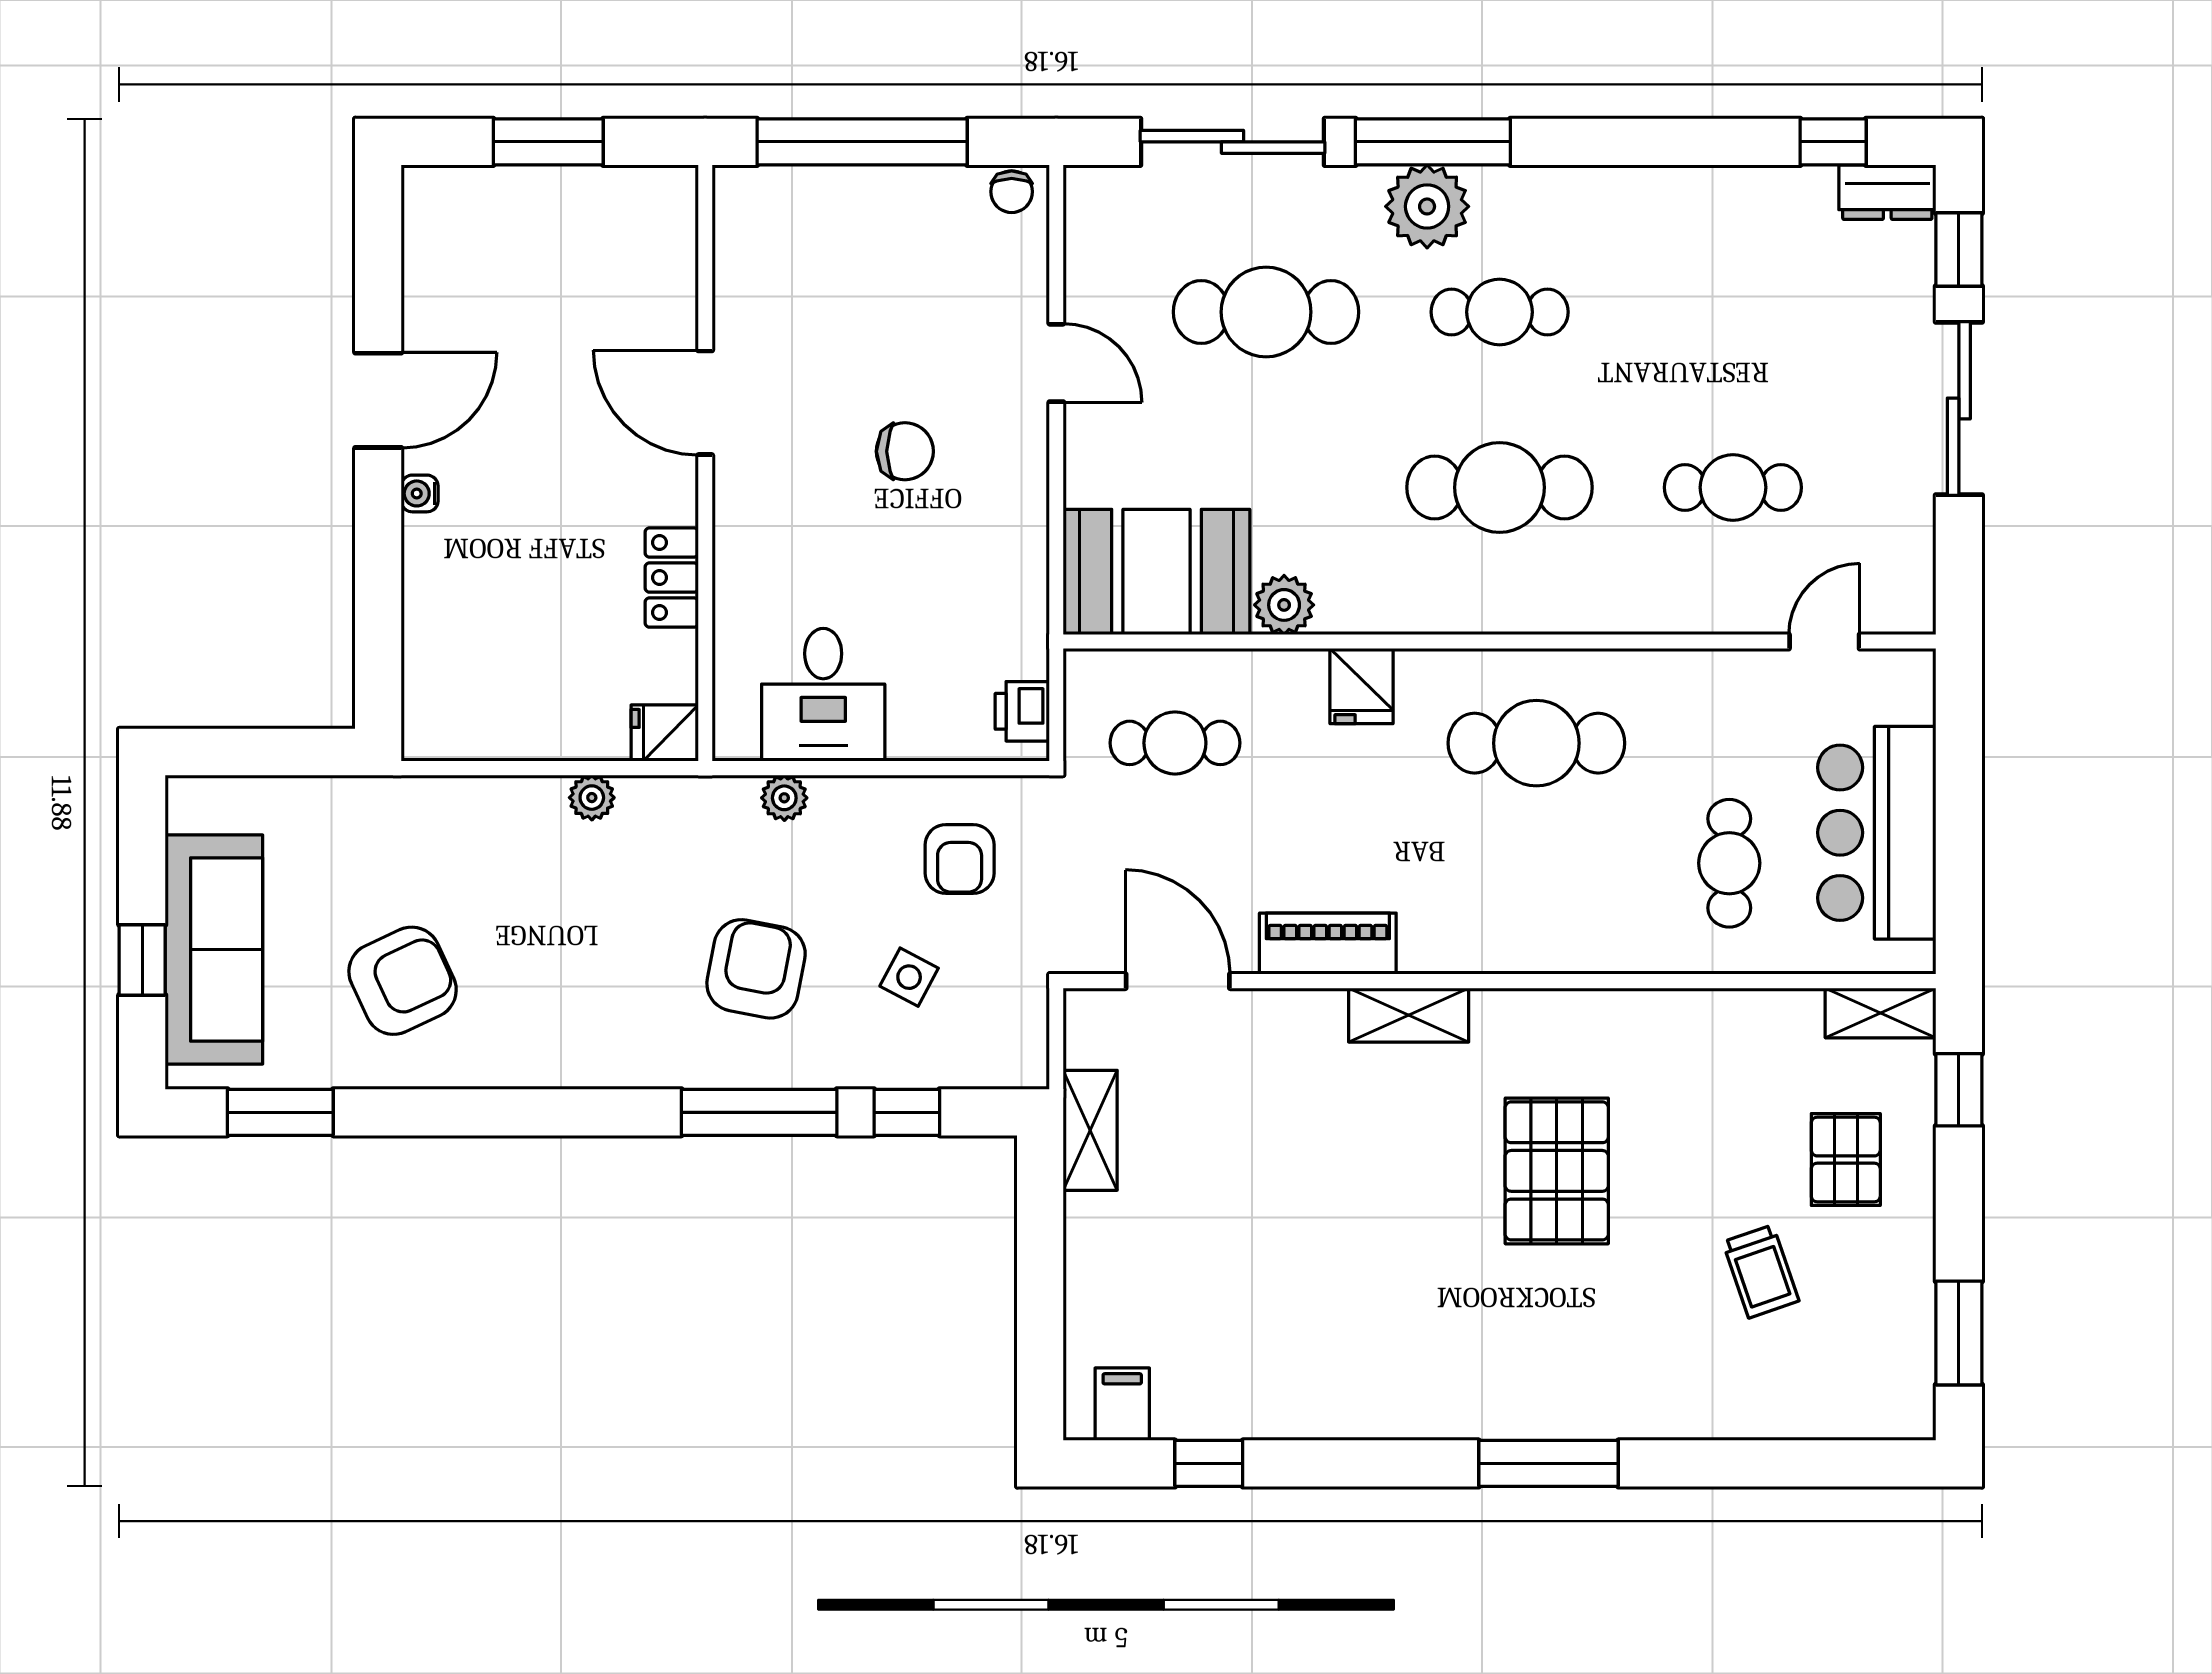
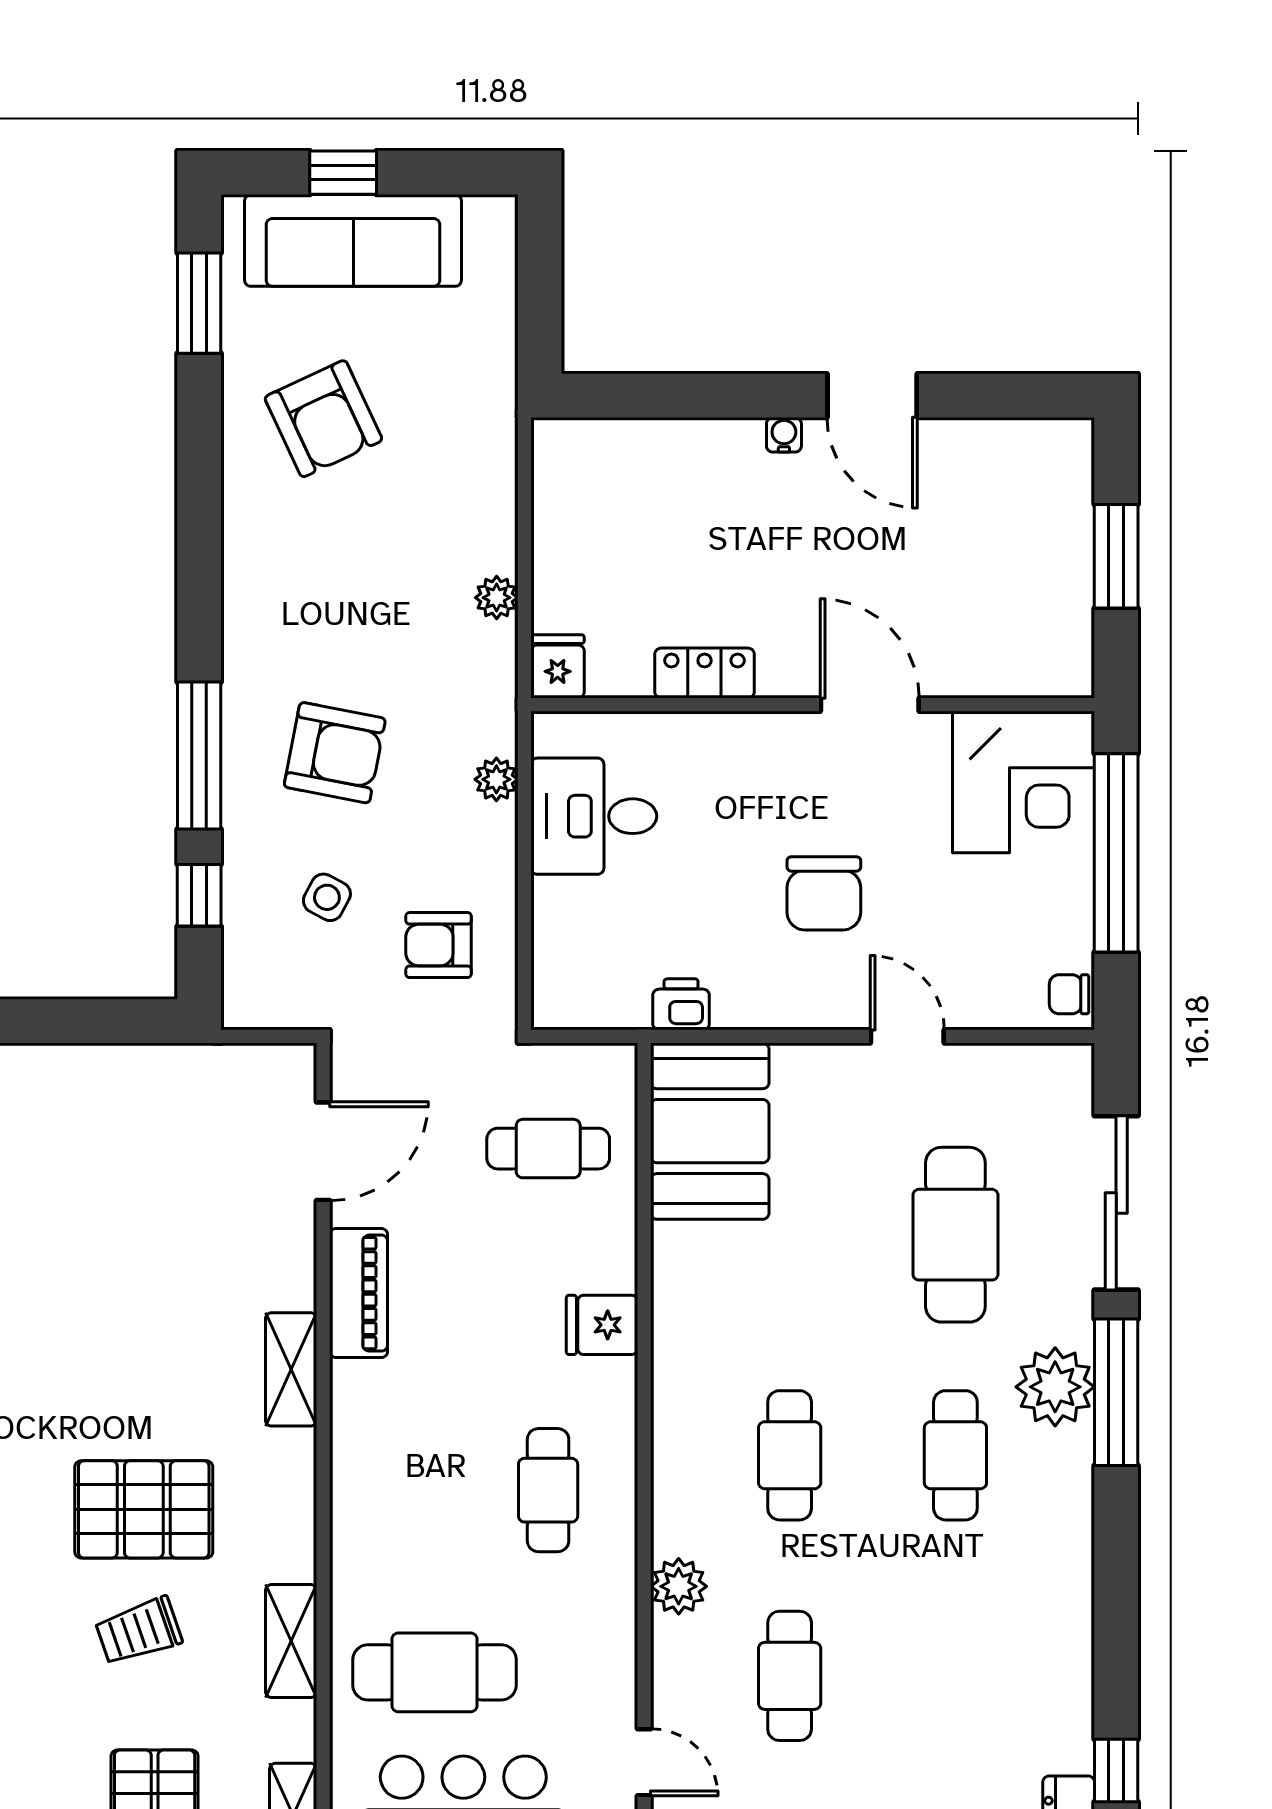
corner desk: (787, 240) -> (1024, 782), added
door: (1056, 363) -> (907, 1036), swing flipped
door: (705, 403) -> (870, 705), hinge flipped
chair: (905, 451) -> (824, 893), width x1.37, depth x1.37
cafe table: (1500, 487) -> (790, 1455), width x0.73, depth x0.74
plant: (1284, 605) -> (679, 1586), moved
printer: (1022, 711) -> (681, 1004), moved
cafe table: (1175, 743) -> (548, 1149), turned 90
cafe table: (1536, 743) -> (548, 1490), width x0.73, depth x0.74
cafe table: (1729, 863) -> (435, 1672), width x1.37, depth x1.35
shelving: (1090, 1130) -> (291, 1641), moved, turned 90
trolley: (1761, 1271) -> (139, 1631), moved

